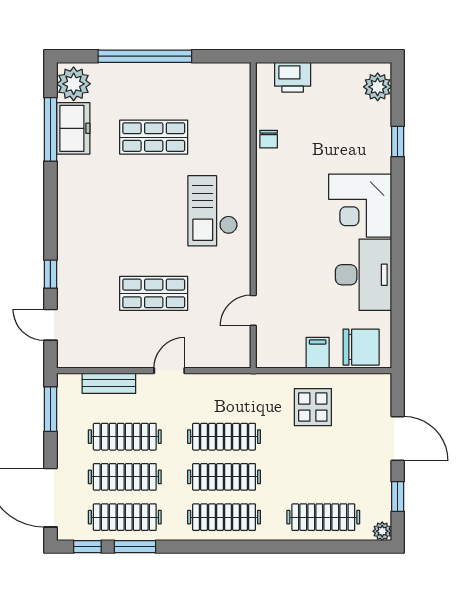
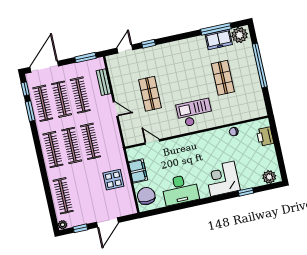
corner desk: (360, 206) -> (222, 179), moved
chair: (361, 347) -> (146, 196), turned 180
filing cabinet: (318, 353) -> (138, 171), width x2.00

